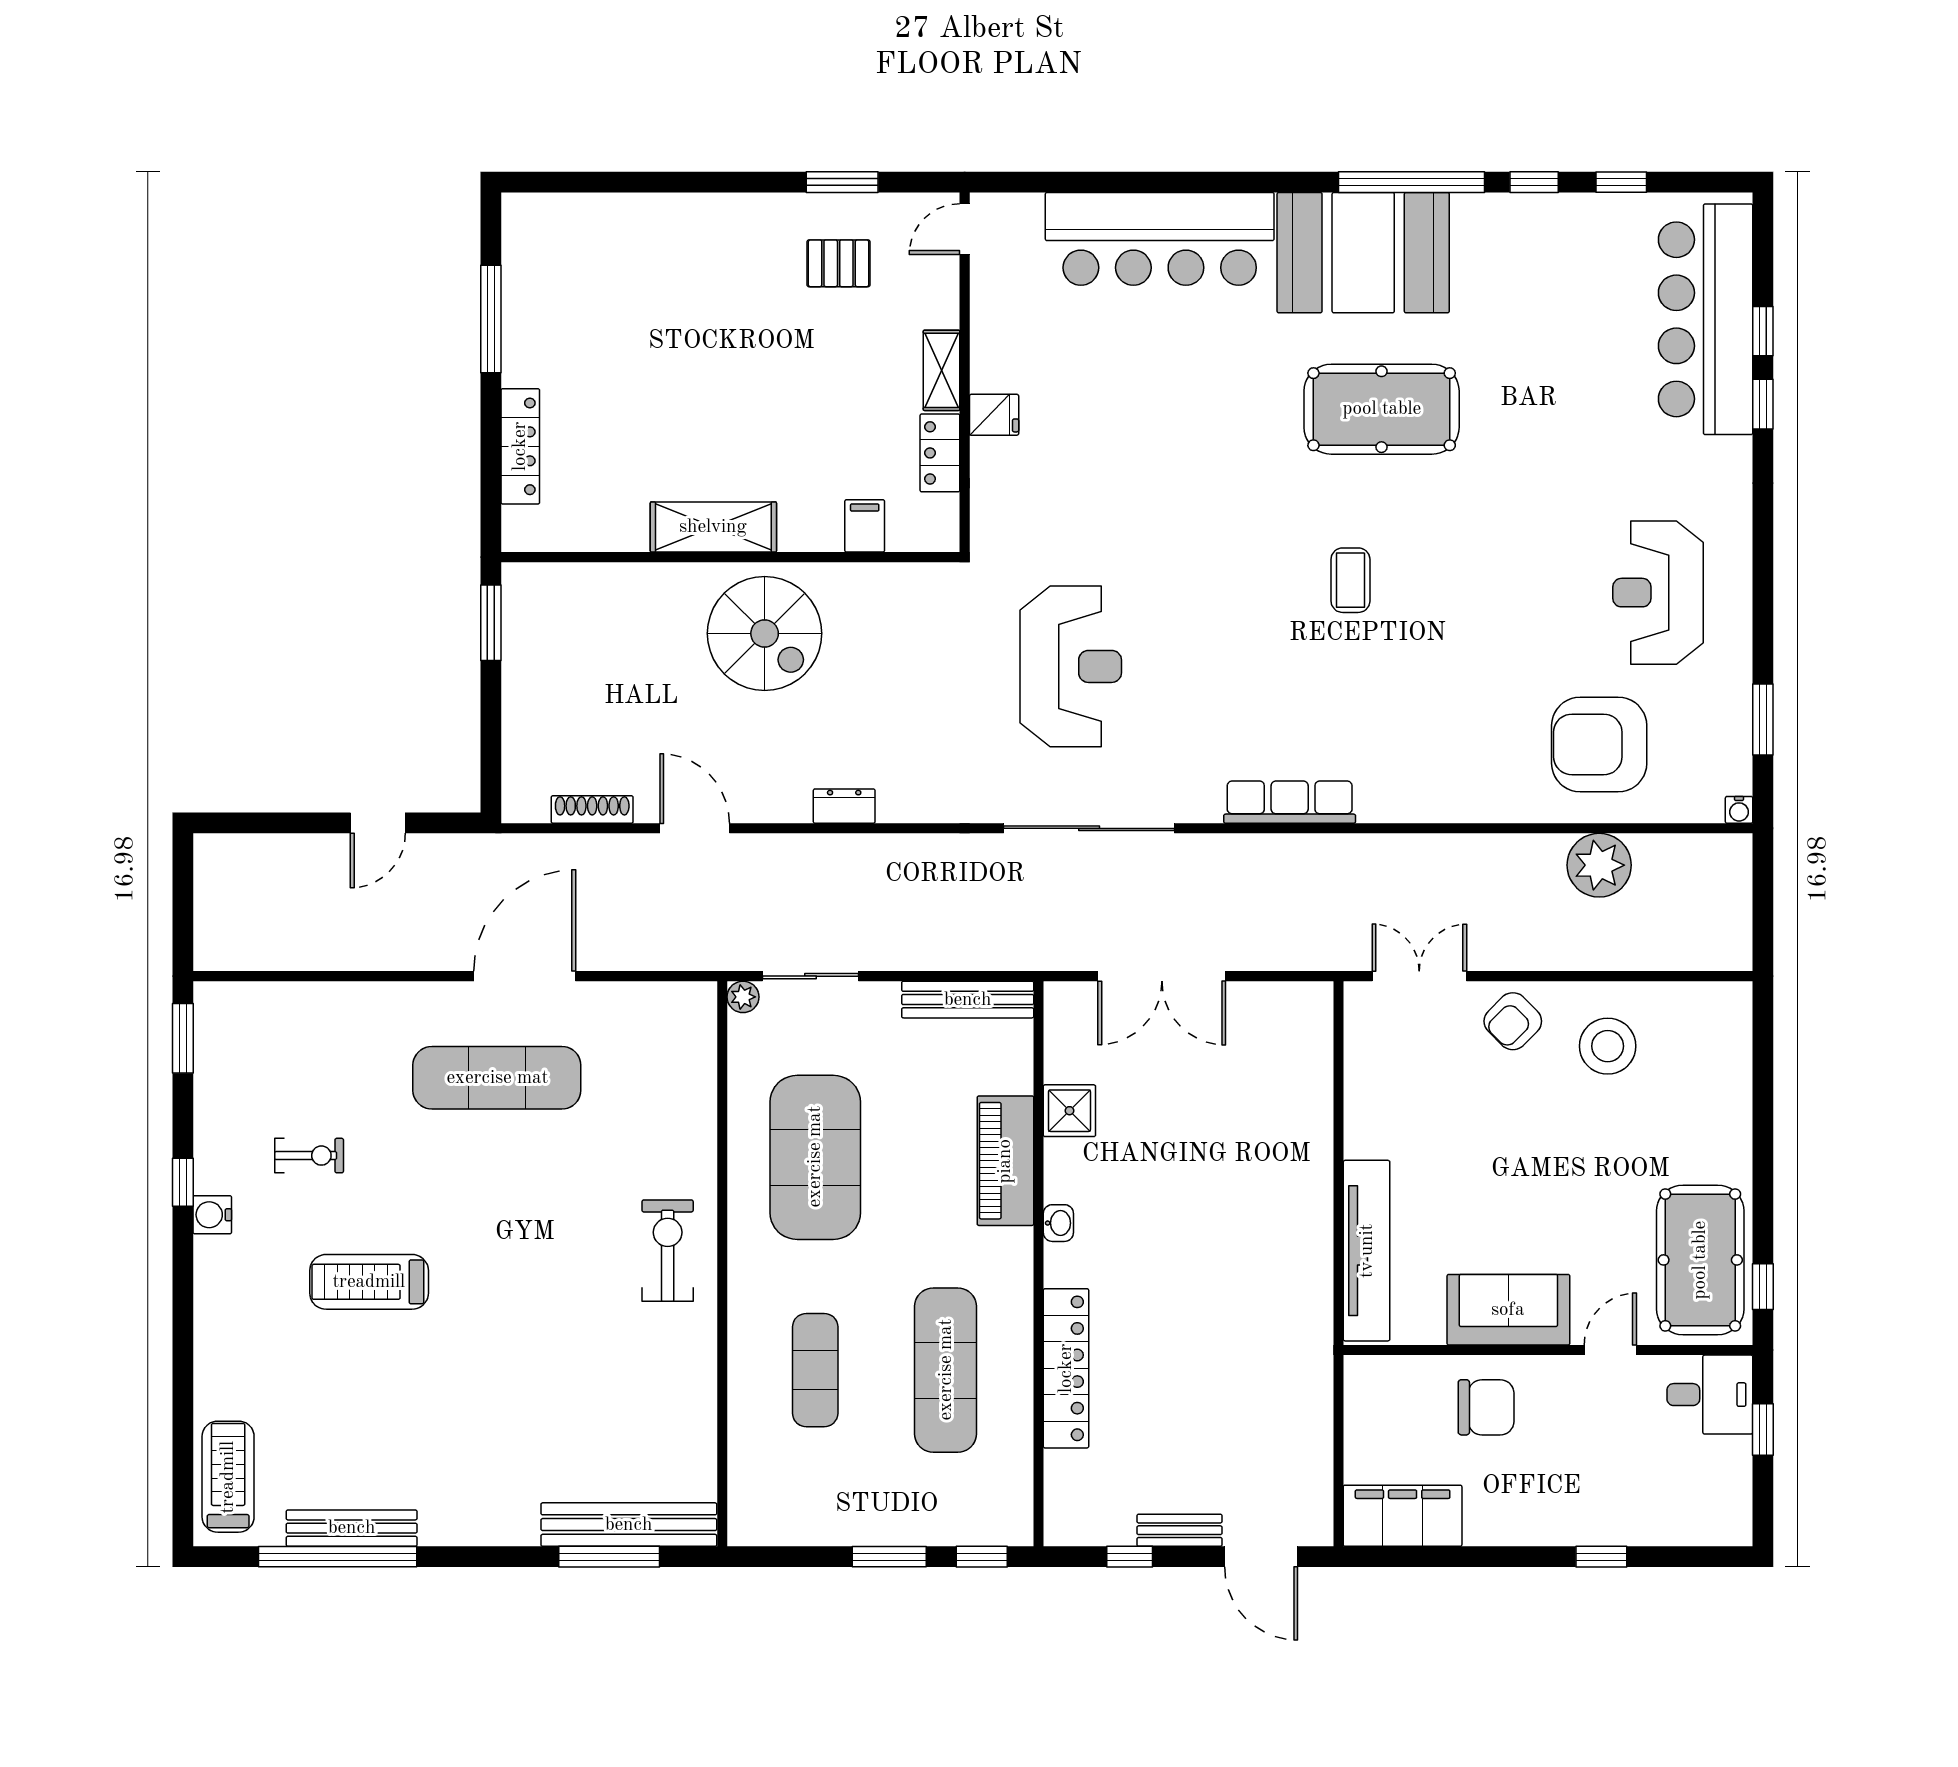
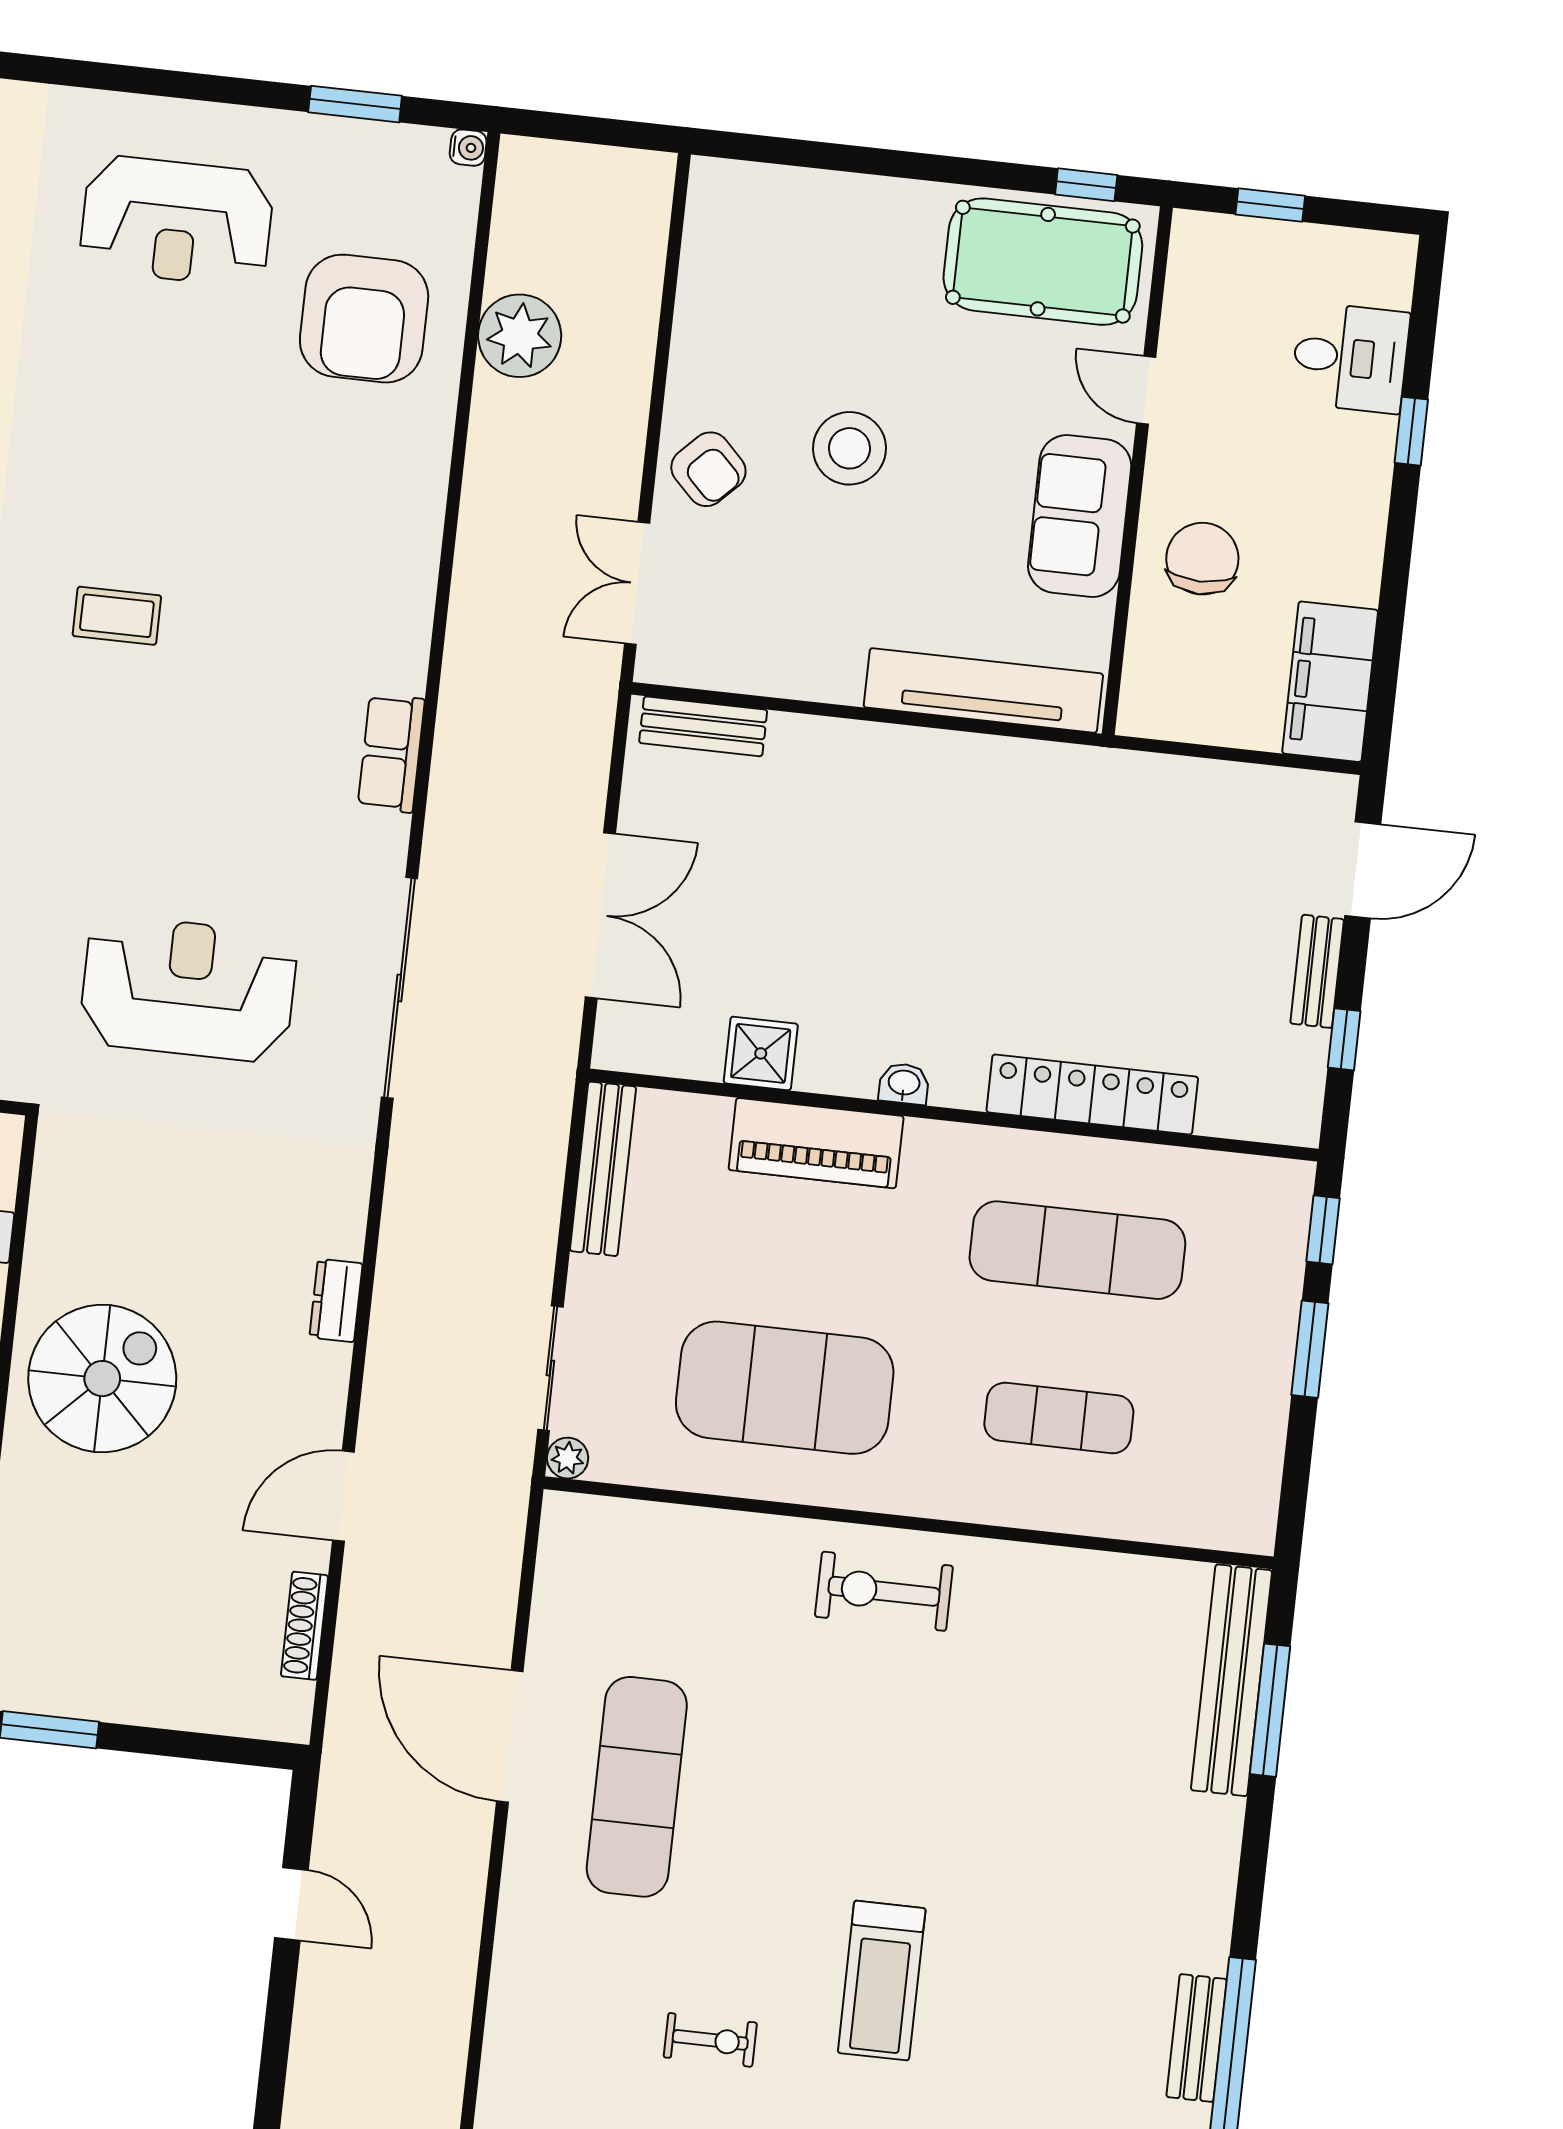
row of seats: (1290, 802) -> (391, 753), width x0.68
bench: (1315, 1039) -> (703, 726), added
stool: (1608, 1046) -> (849, 448), moved
exercise bike: (309, 1156) -> (710, 2040), turned 90
desk: (1710, 1395) -> (1350, 358), moved, turned 90
bench: (352, 1528) -> (1197, 2038), width x0.73

